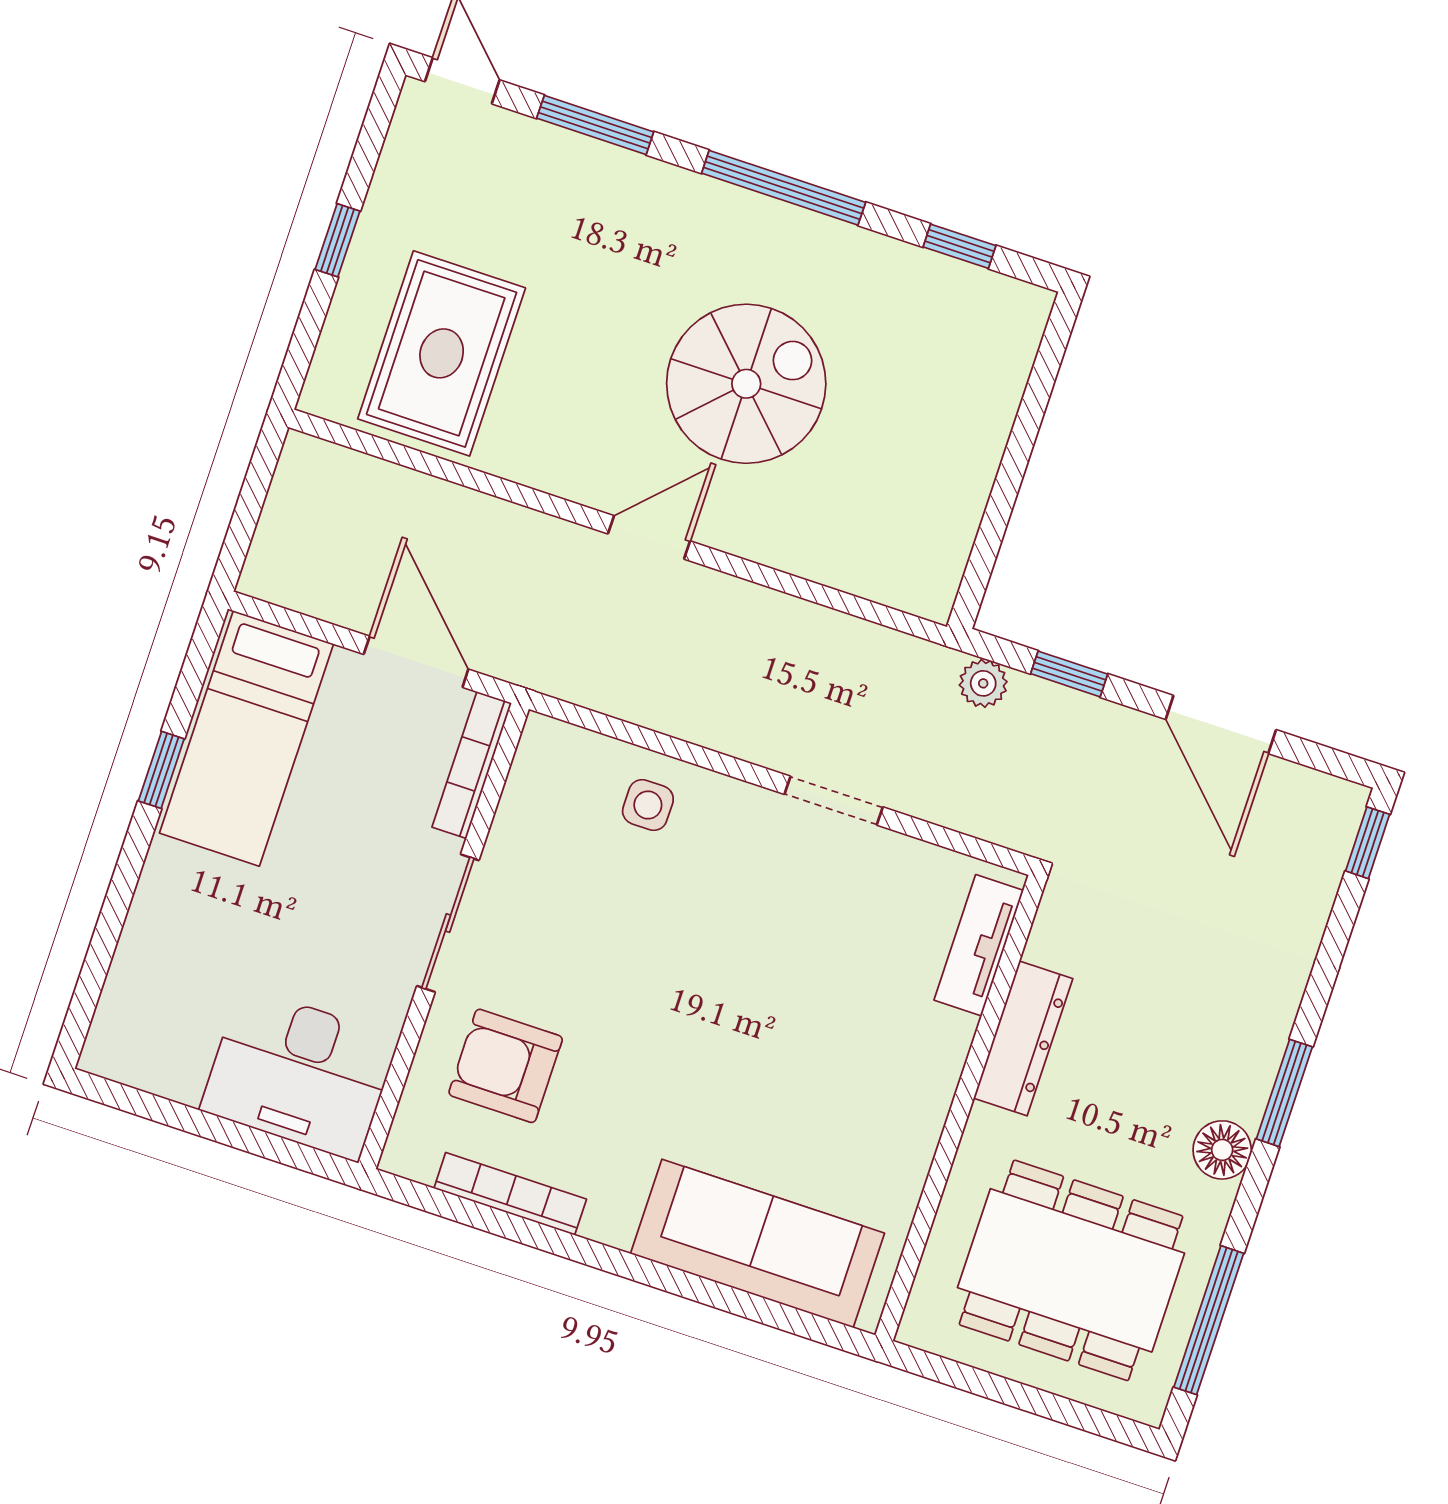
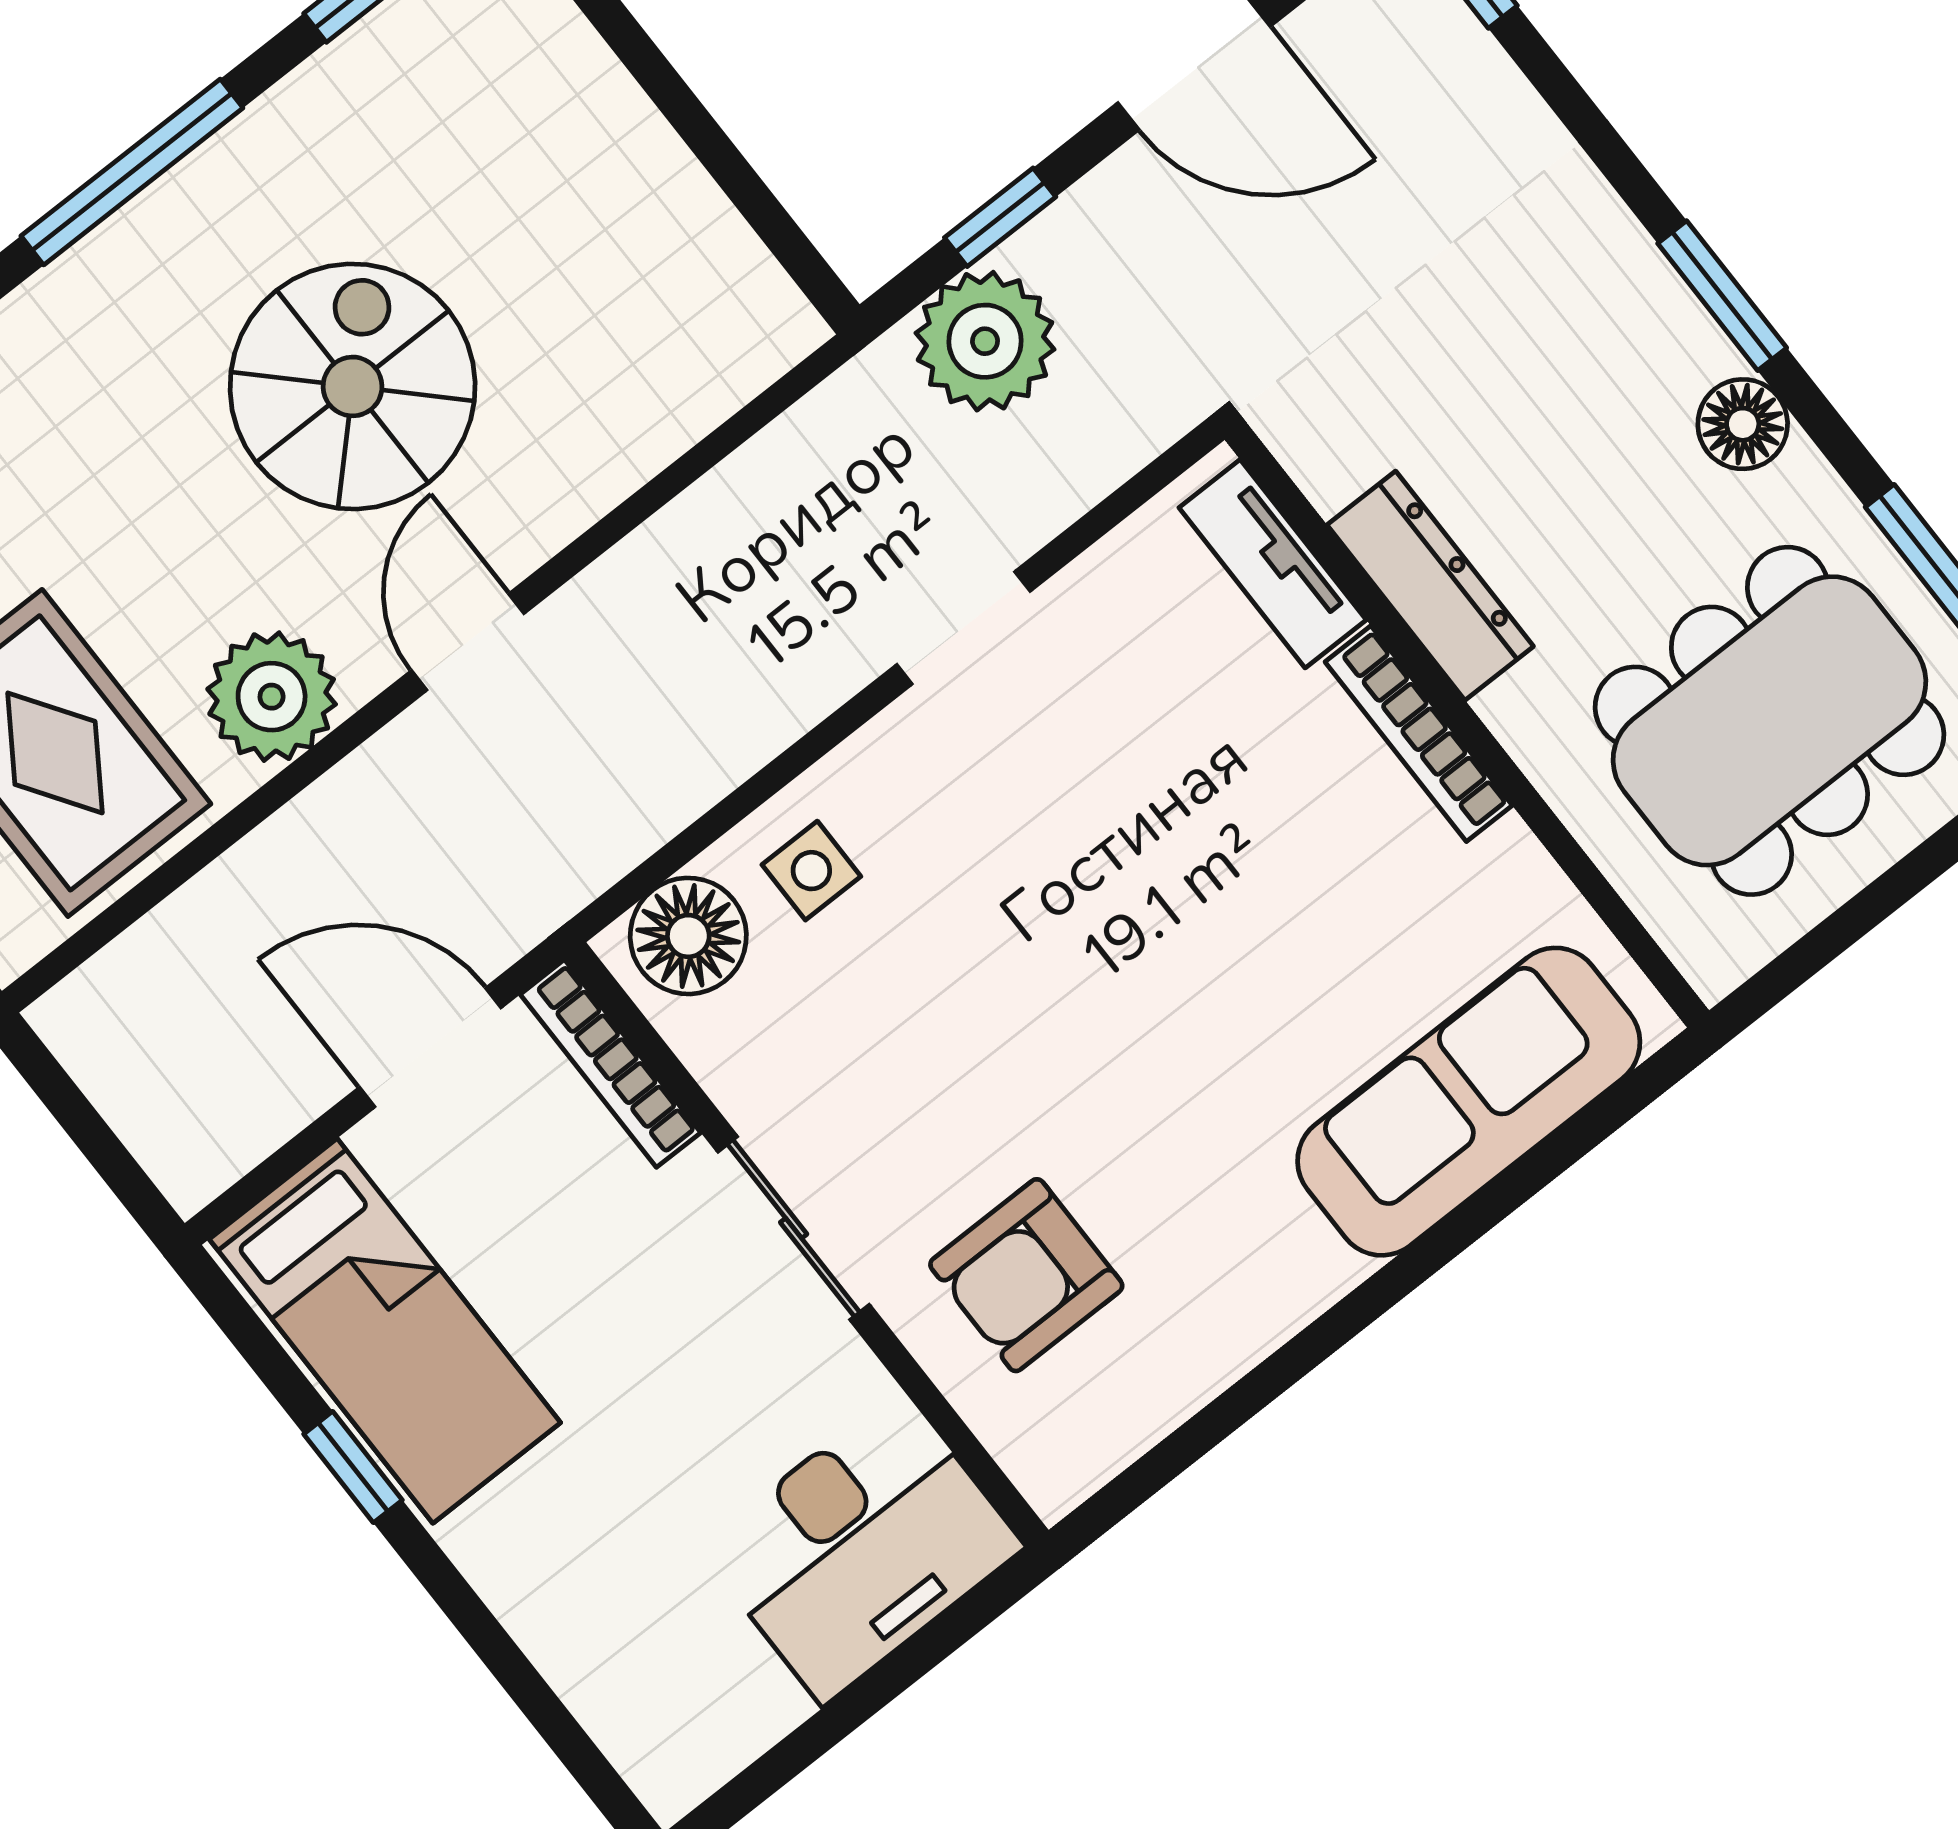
plant: (549, 451) -> (272, 697), added
plant: (983, 683) -> (985, 341), width x1.88, depth x1.88
floor lamp: (569, 762) -> (688, 936), added
bookcase: (510, 1194) -> (1419, 734), moved, turned -90

